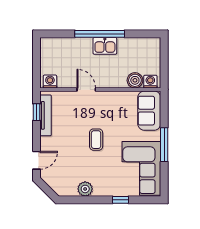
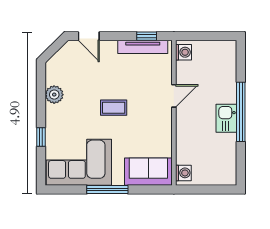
boiler: (135, 80) -> (185, 154), removed

